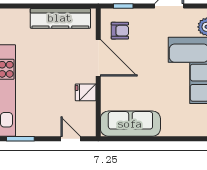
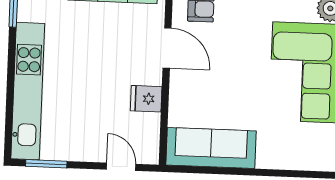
door: (98, 58) -> (167, 48), width x0.73

